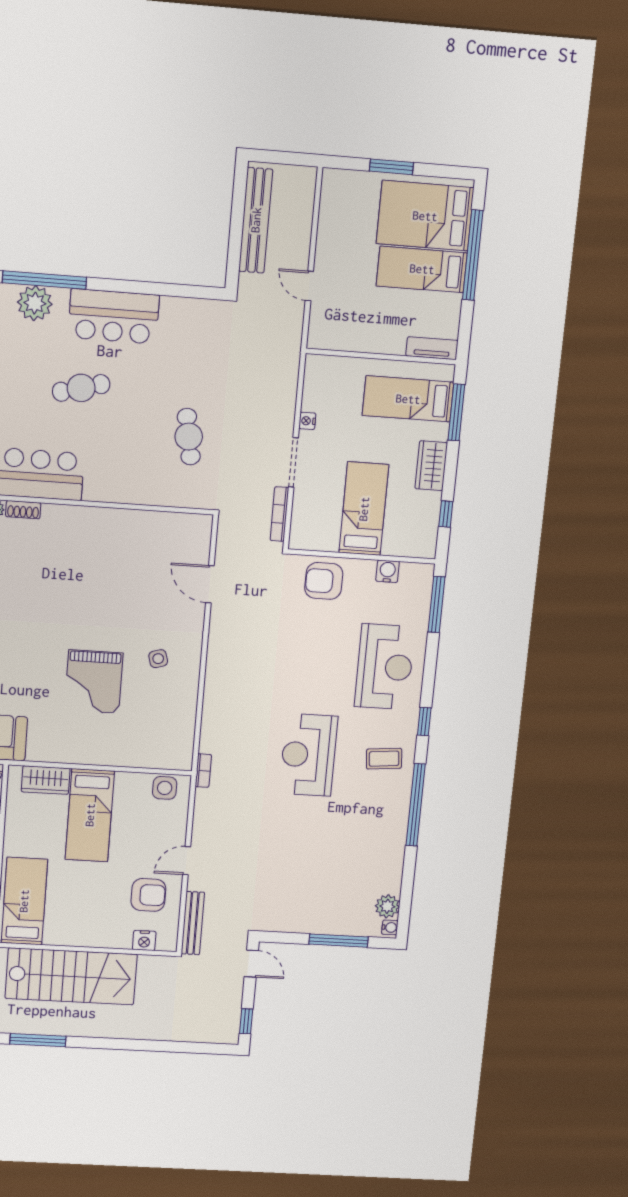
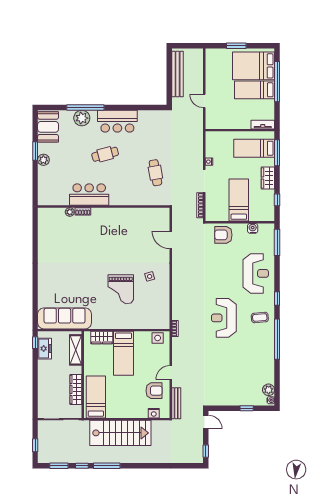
window: (338, 941) -> (247, 408), width x0.46

